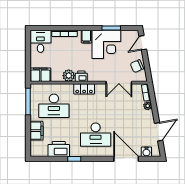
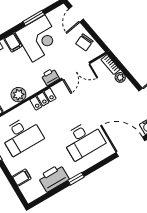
printer: (81, 76) -> (50, 77), moved
filing cabinet: (36, 131) -> (22, 178), width x0.50

